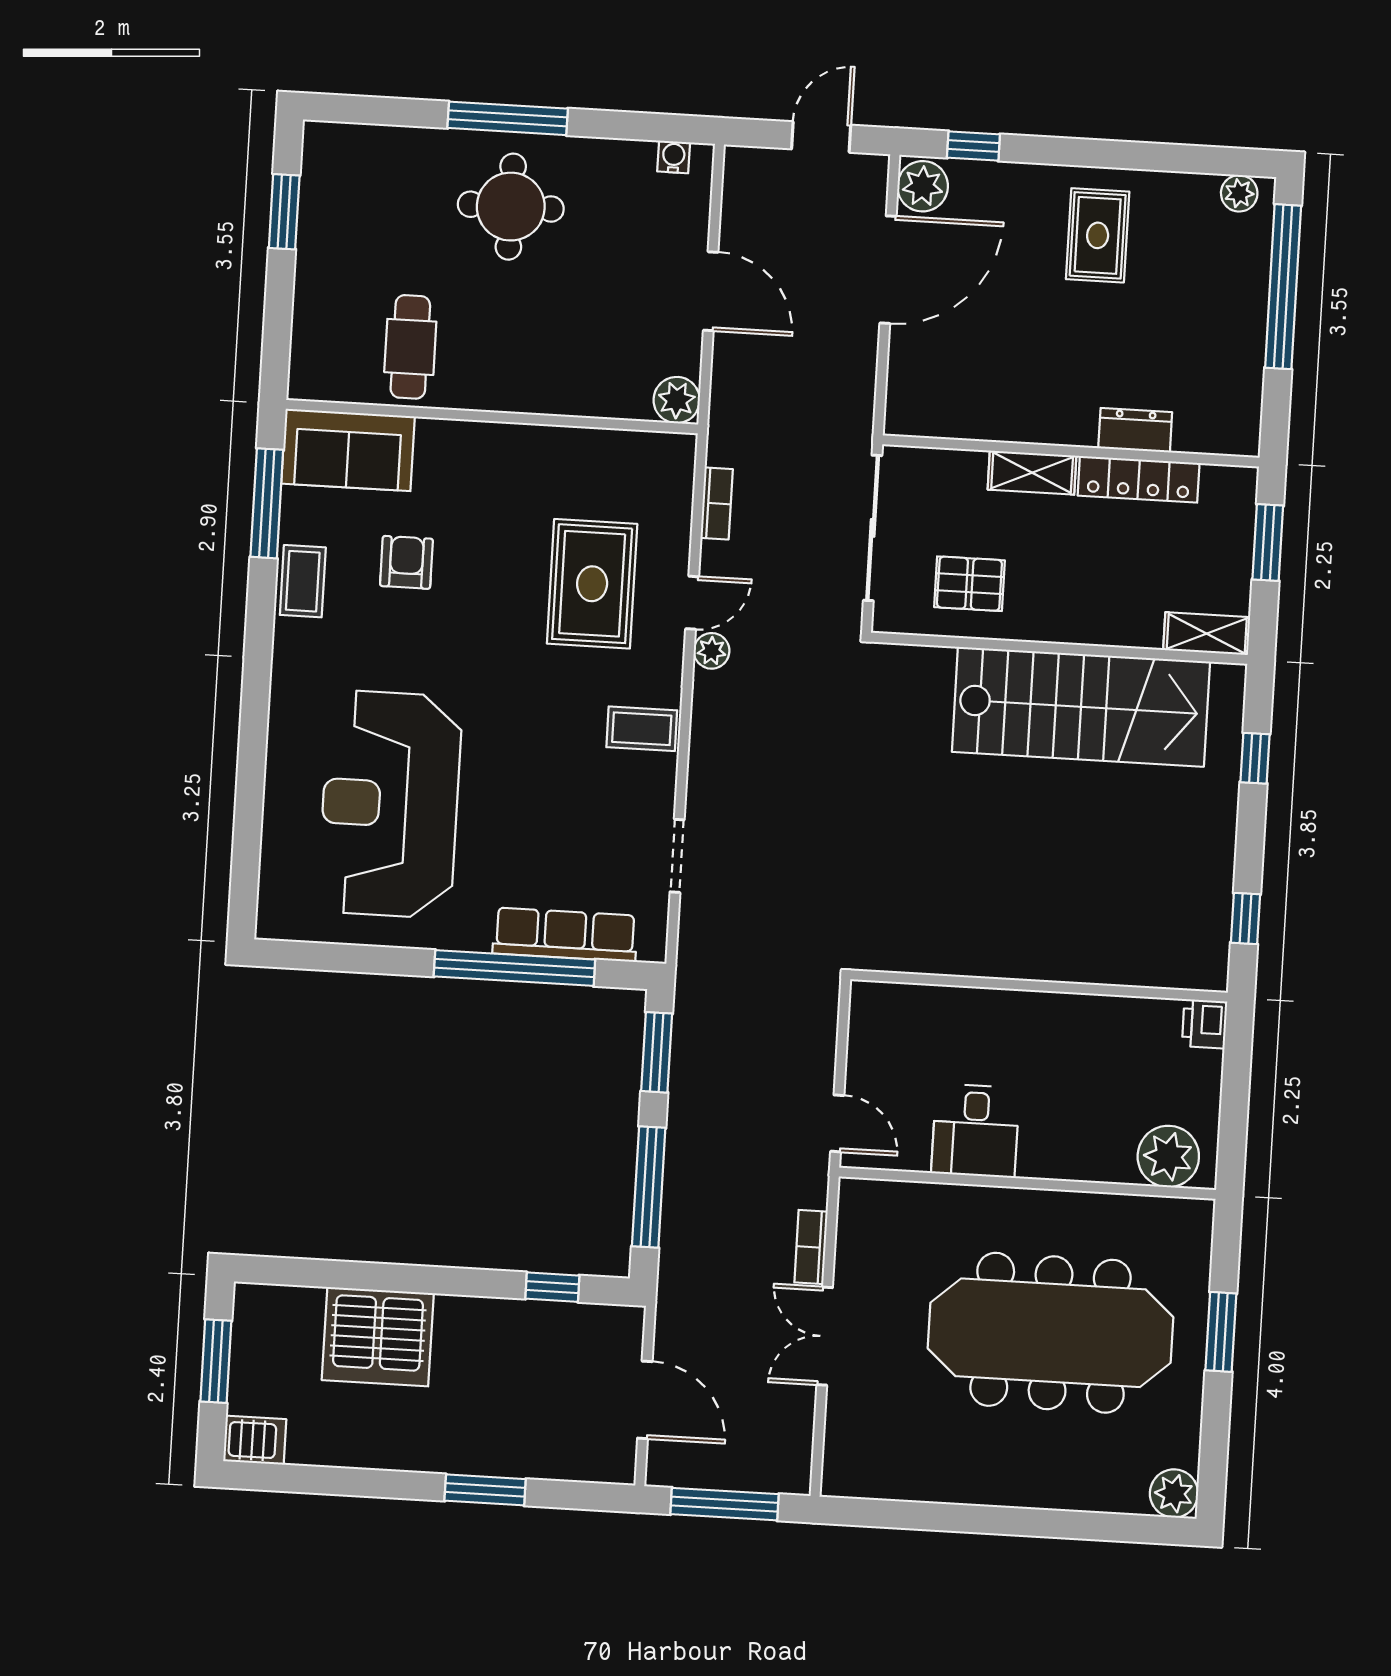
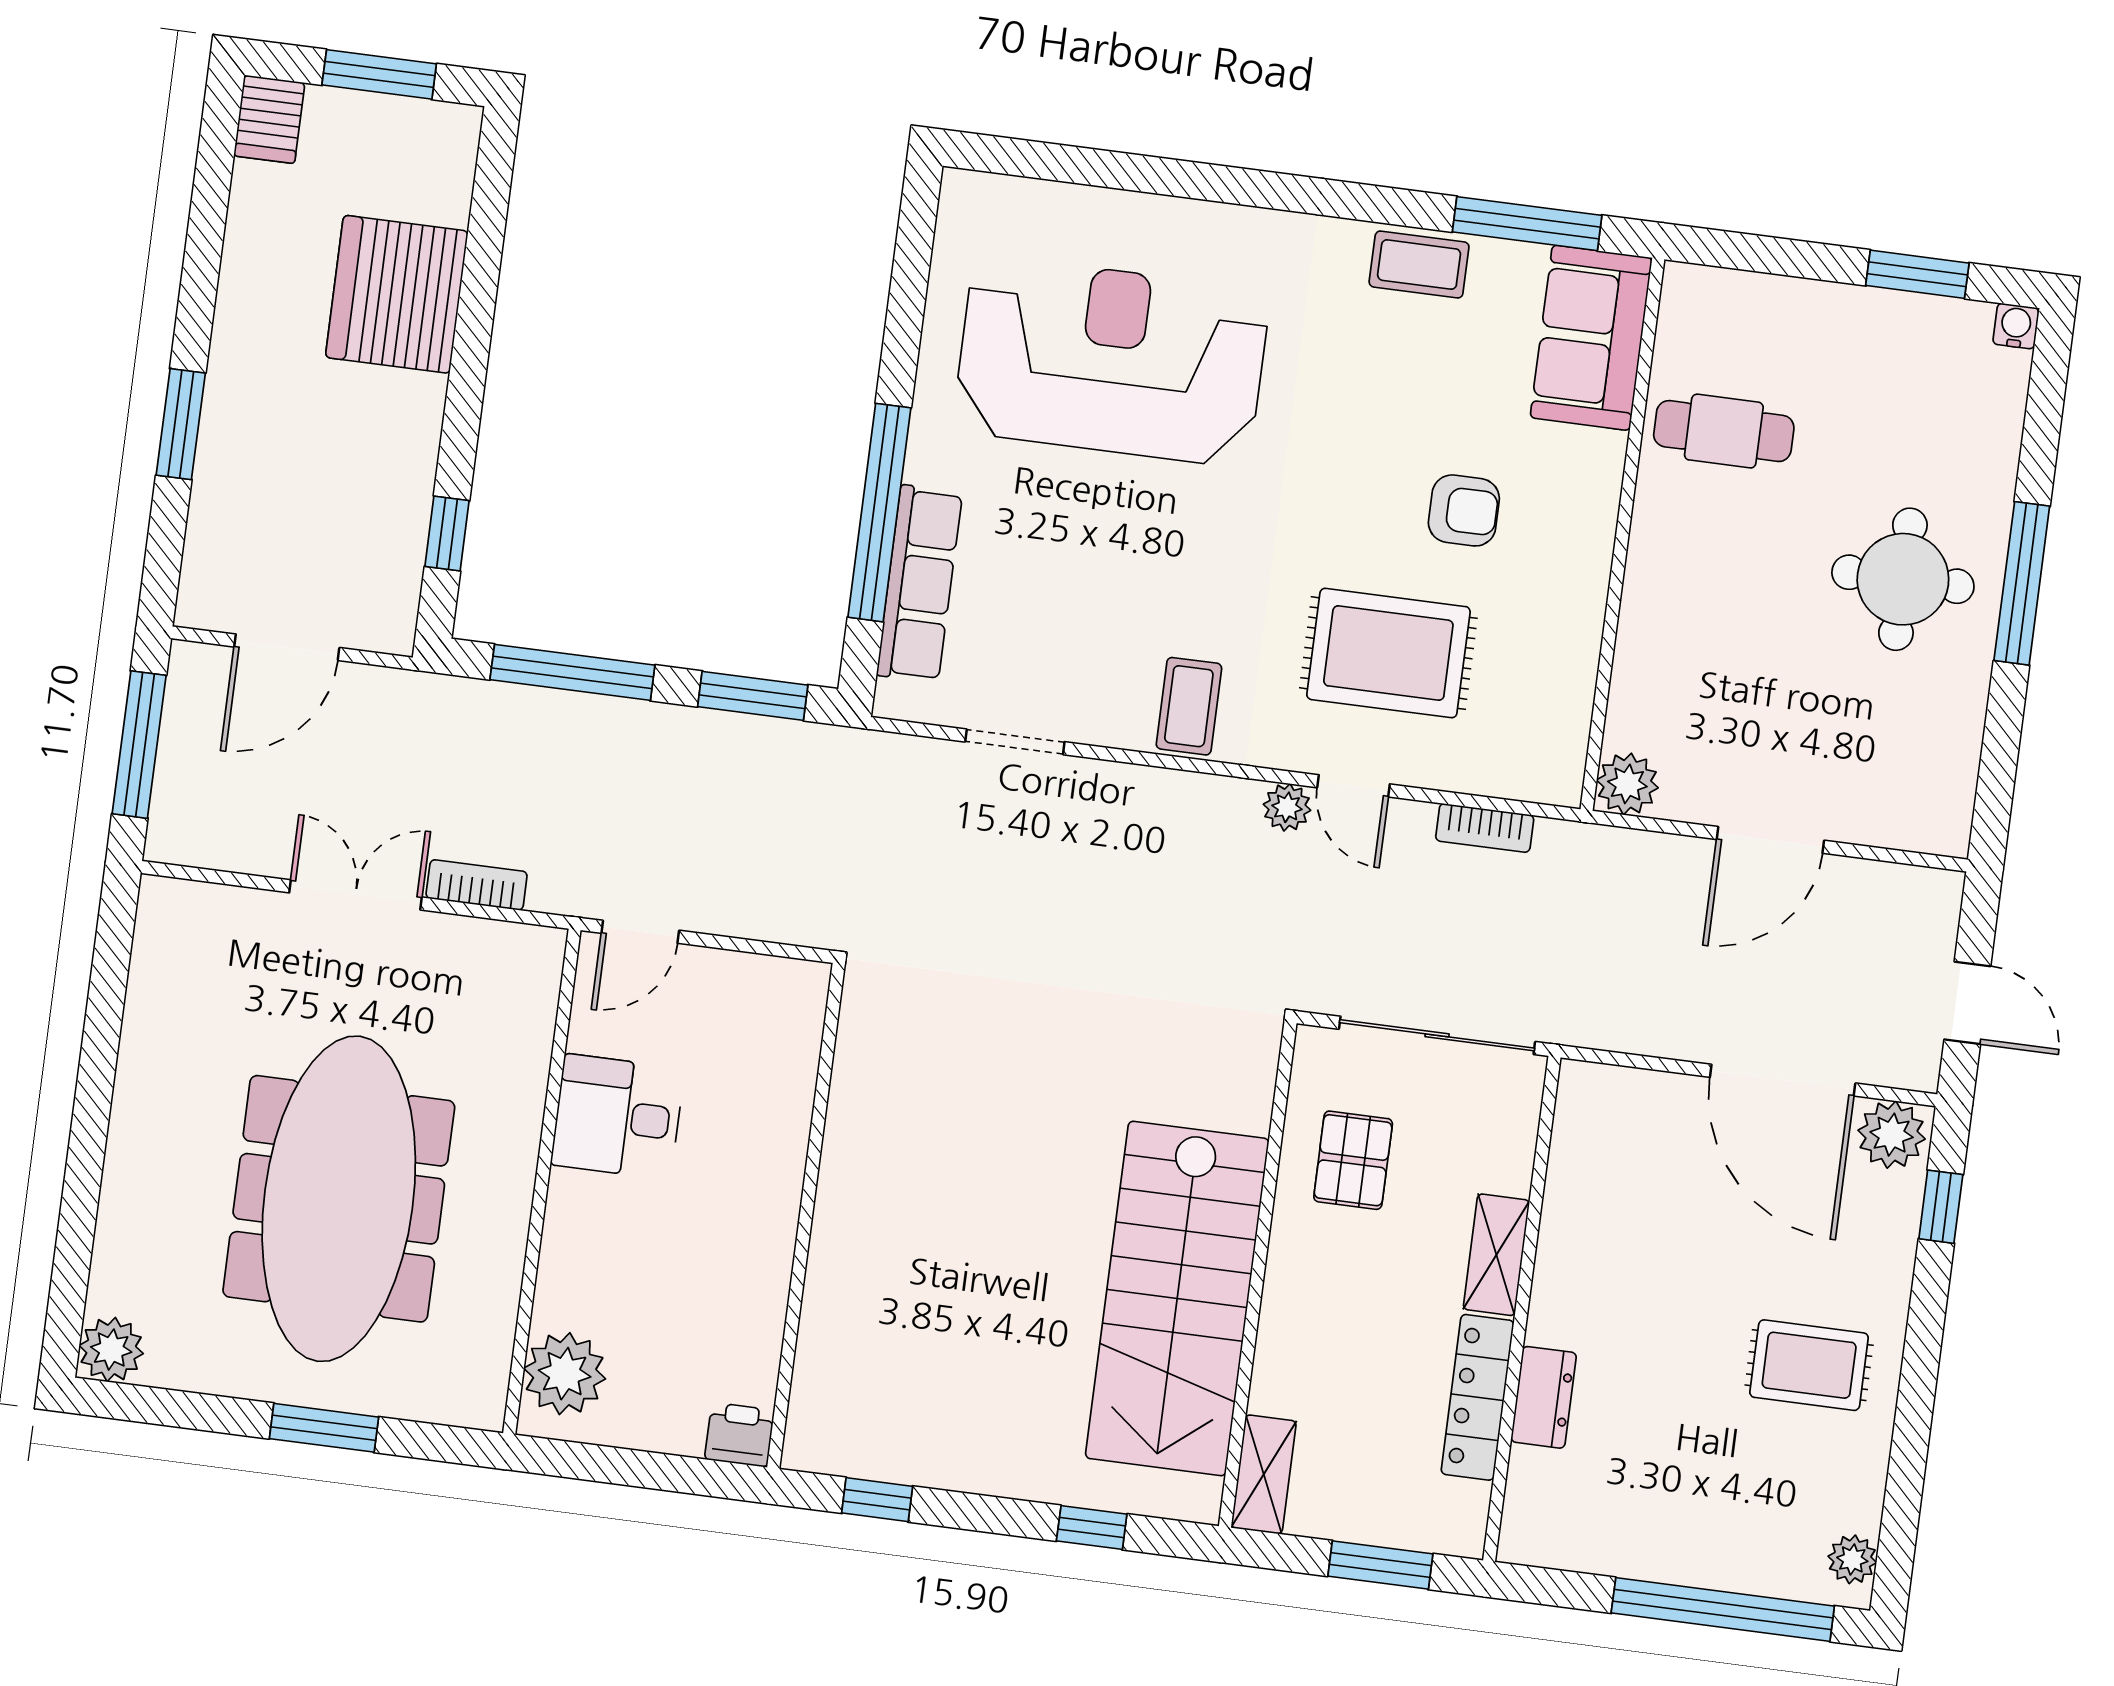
water cooler: (674, 157) -> (2016, 326), moved, turned -90
armchair: (406, 562) -> (1464, 510), moved

